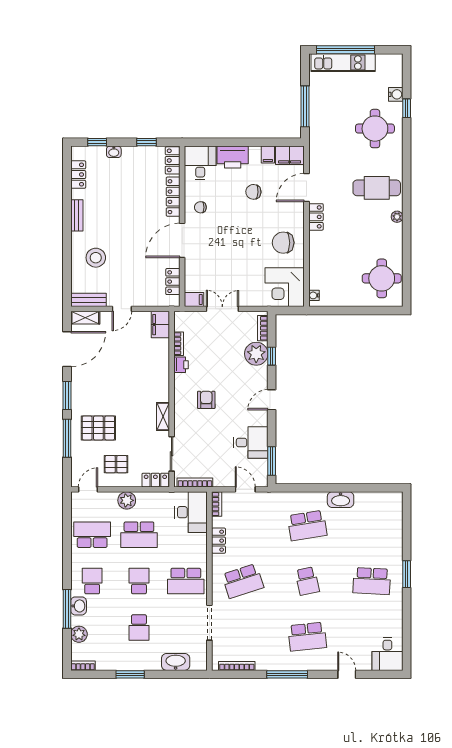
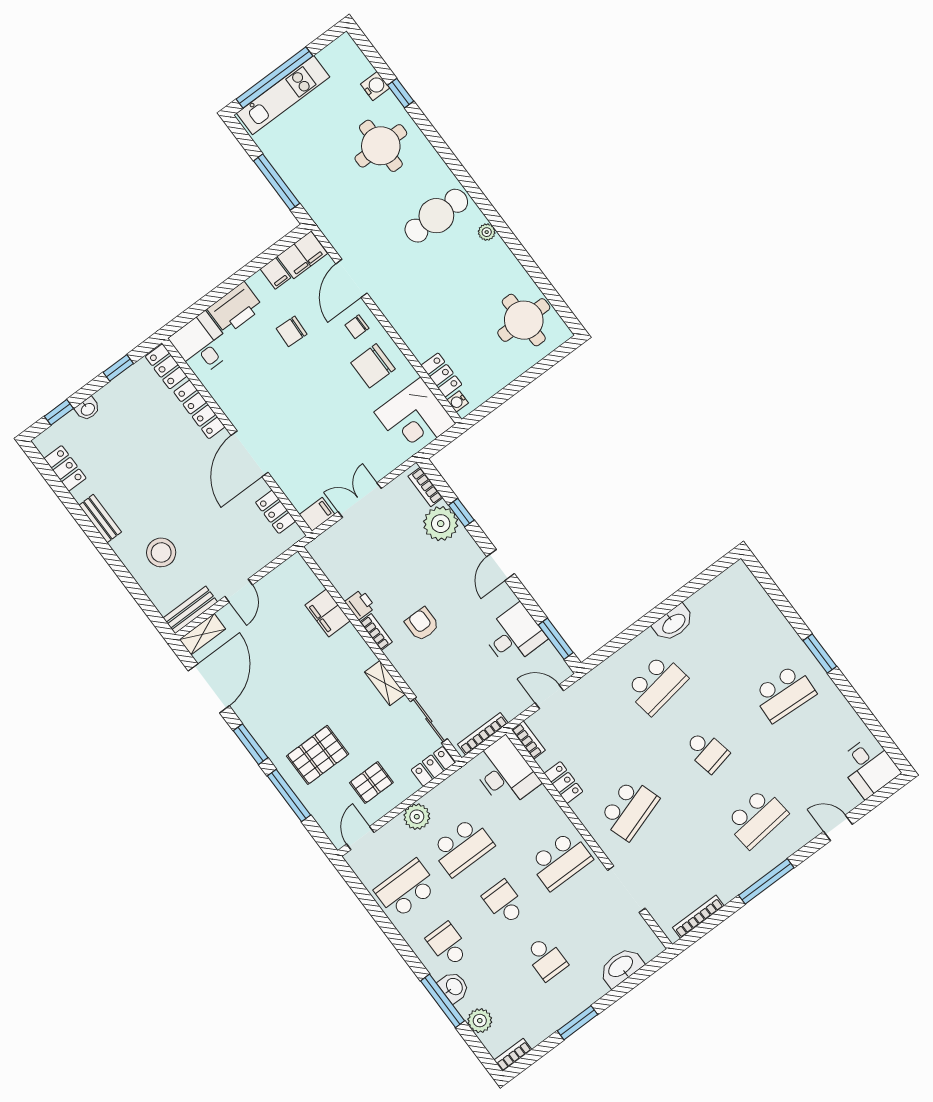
chair: (200, 207) -> (357, 327), moved
locker: (316, 217) -> (441, 375), moved
filing cabinet: (160, 325) -> (328, 613), moved
bookcase: (179, 344) -> (376, 632), moved

